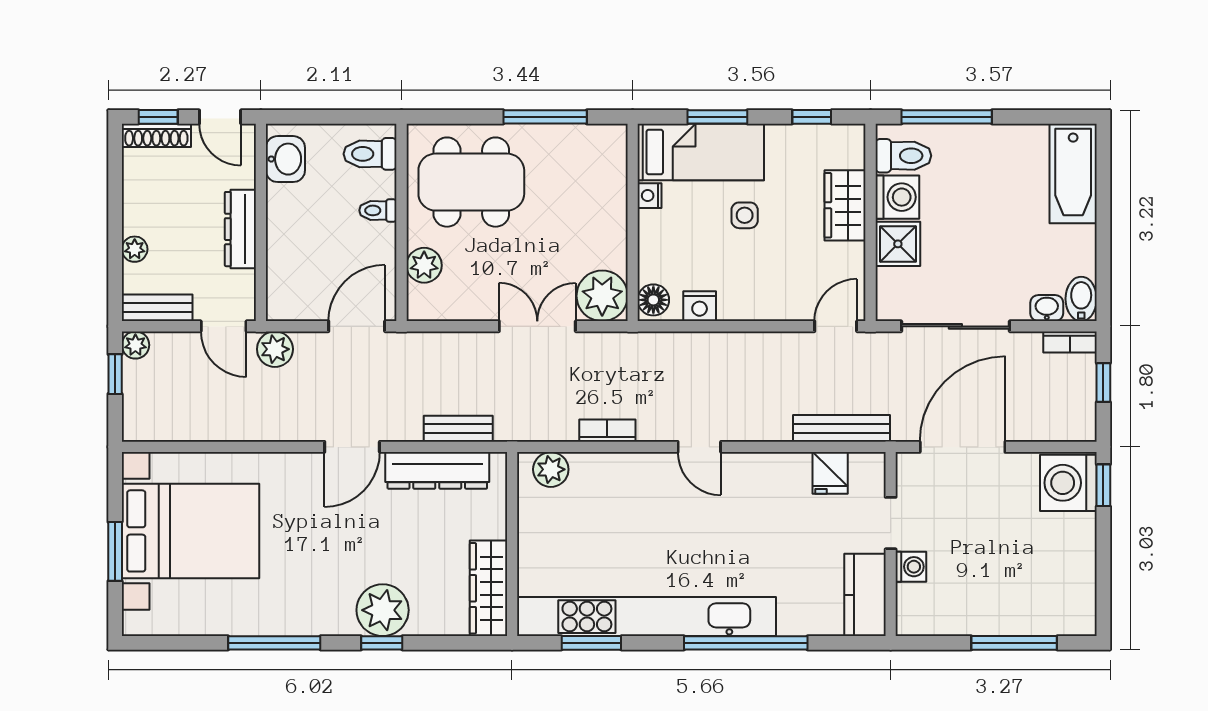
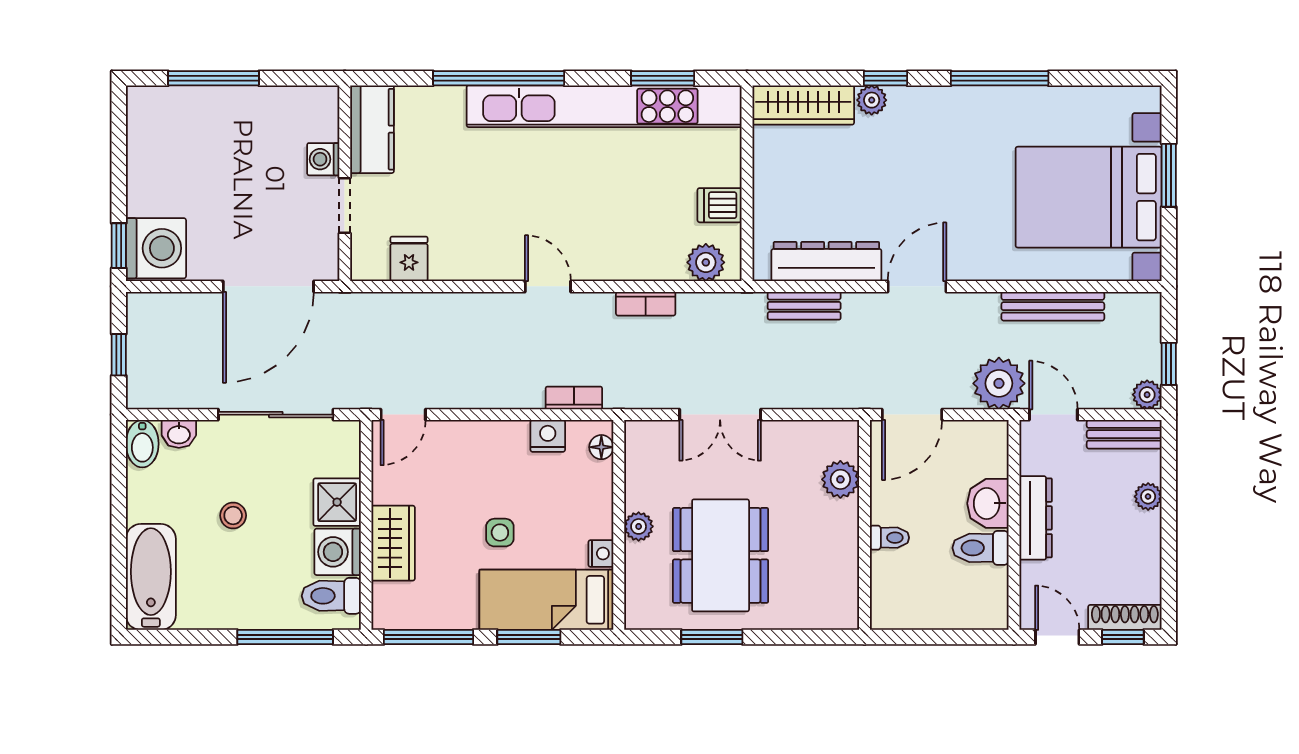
window: (545, 117) -> (712, 637), width x0.69
window: (812, 117) -> (429, 637), width x2.17
toilet: (370, 154) -> (981, 548), moved, turned 180
washbasin: (285, 159) -> (988, 503), moved
dining table: (471, 182) -> (721, 555), moved, turned 90
stool: (996, 231) -> (233, 515), added
plant: (602, 296) -> (639, 526), moved, width x0.53, depth x0.53
floor lamp: (653, 300) -> (601, 447), width x0.73, depth x0.73
bookcase: (1070, 342) -> (574, 398), moved
plant: (275, 349) -> (999, 383), width x1.36, depth x1.36
bench: (841, 428) -> (1053, 306), moved
dishwasher: (538, 523) -> (720, 205), added
wardrobe: (489, 588) -> (803, 105), moved, turned 90
plant: (383, 610) -> (872, 100), width x0.53, depth x0.53

